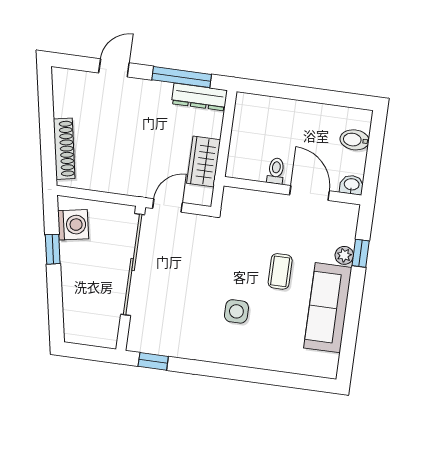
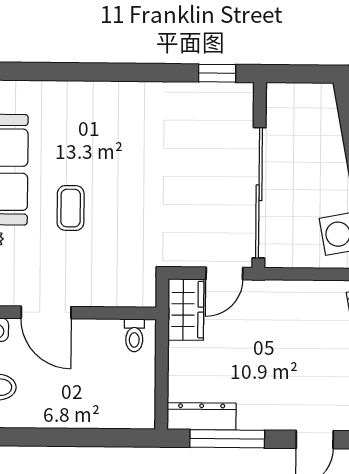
wardrobe: (204, 161) -> (186, 310), moved
toilet: (276, 171) -> (134, 335), moved
side table: (236, 311) -> (120, 150), removed

